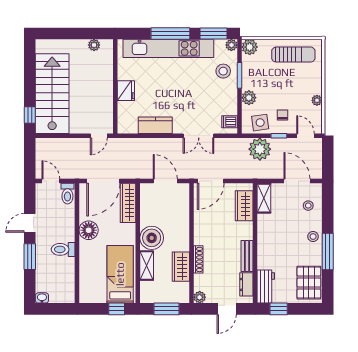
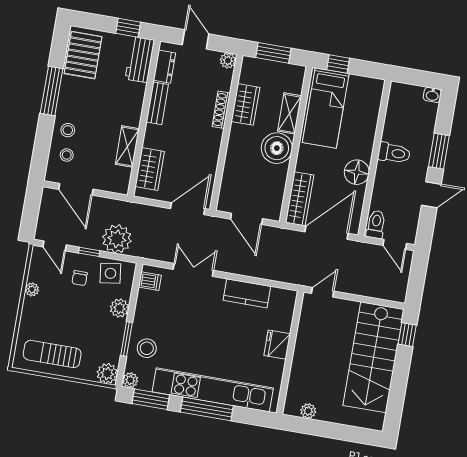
shelving: (264, 198) -> (127, 146), moved
stool: (313, 237) -> (68, 130), moved
door: (227, 309) -> (196, 39), hinge flipped

